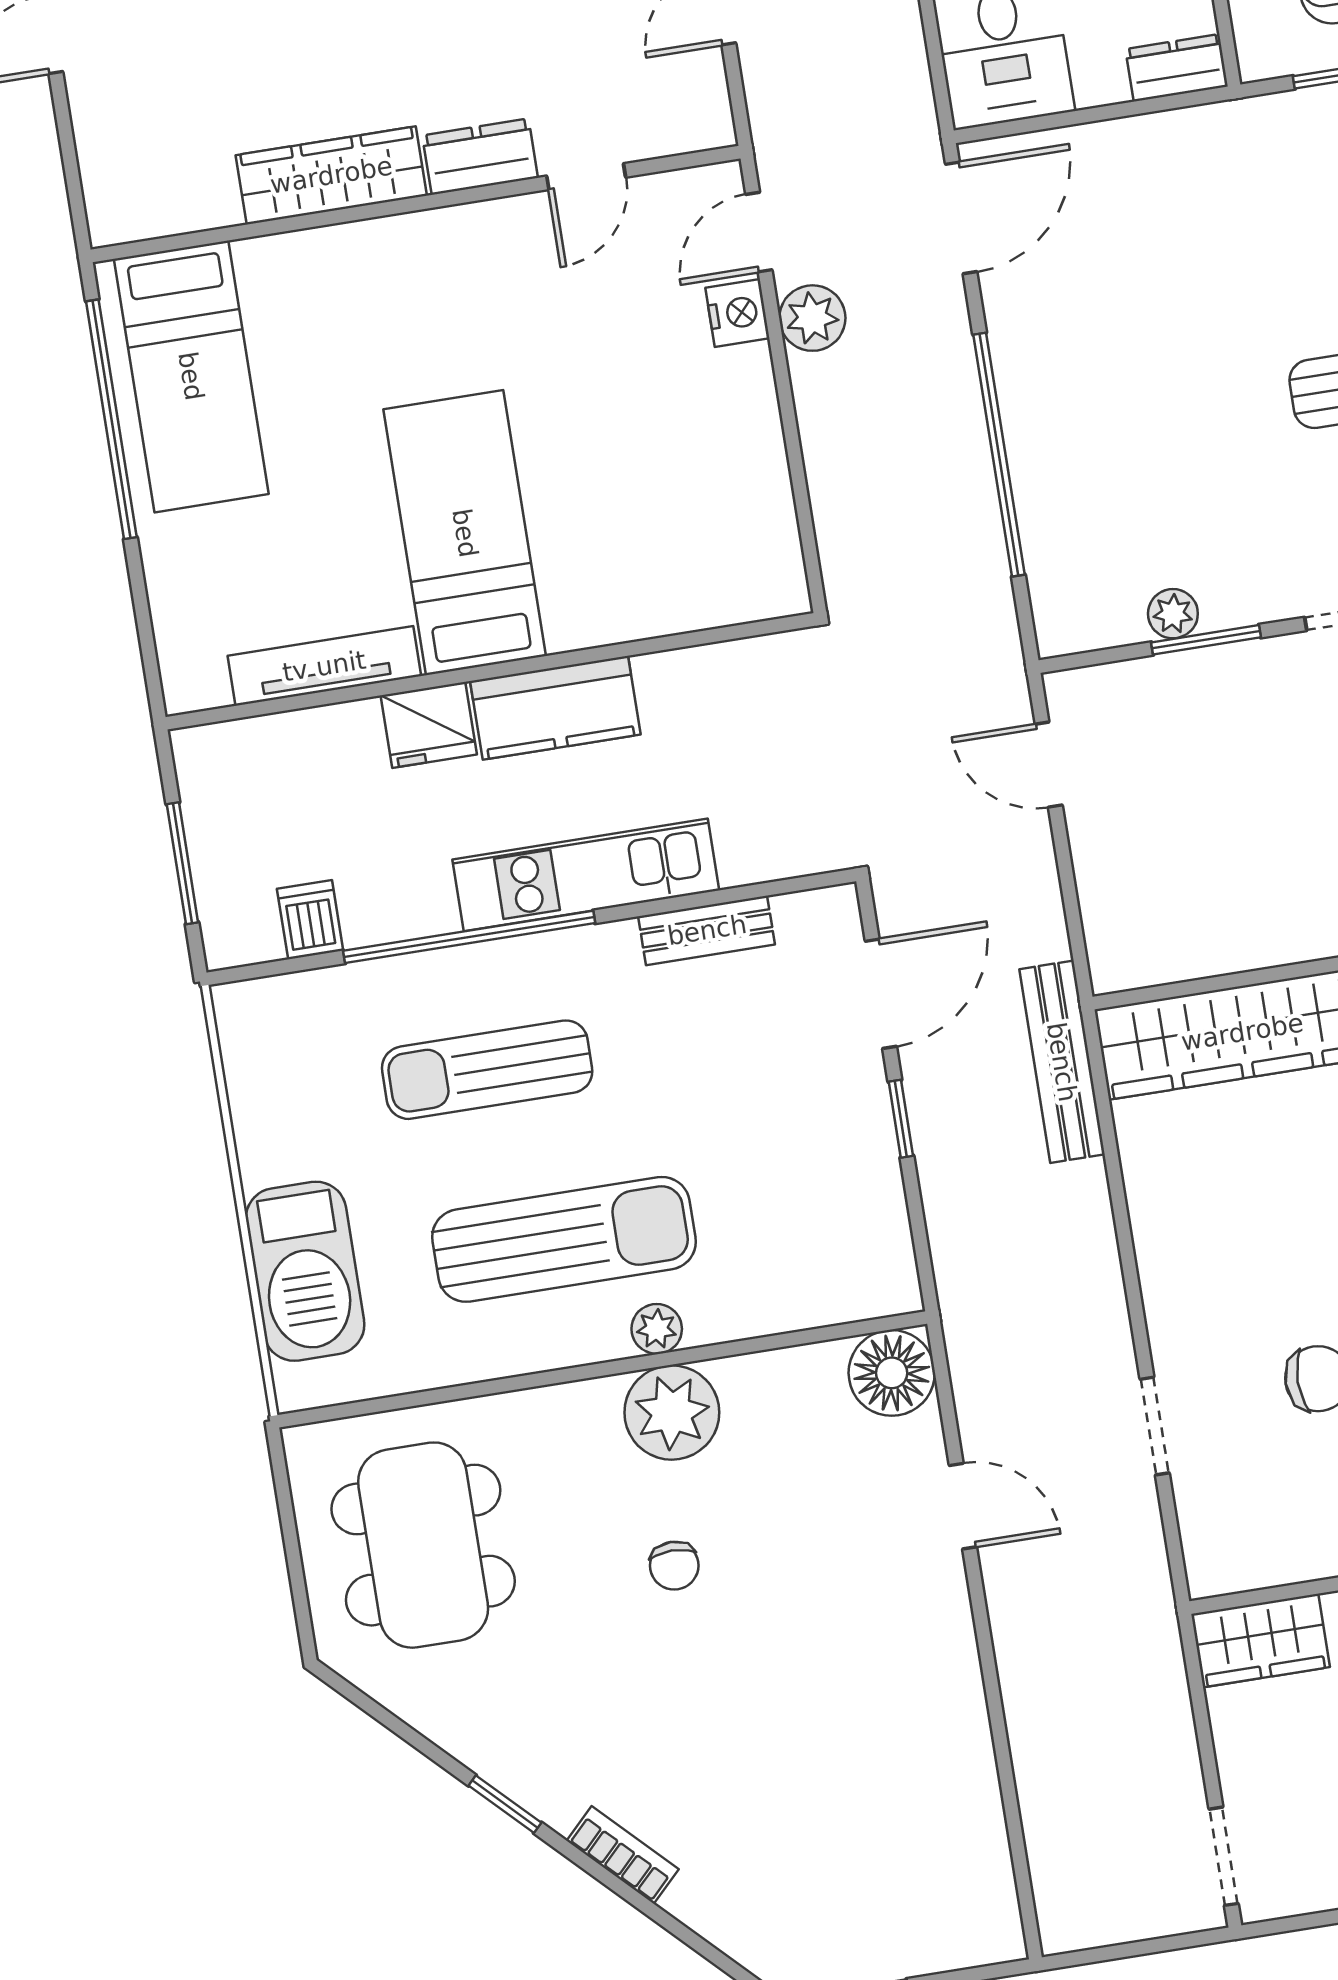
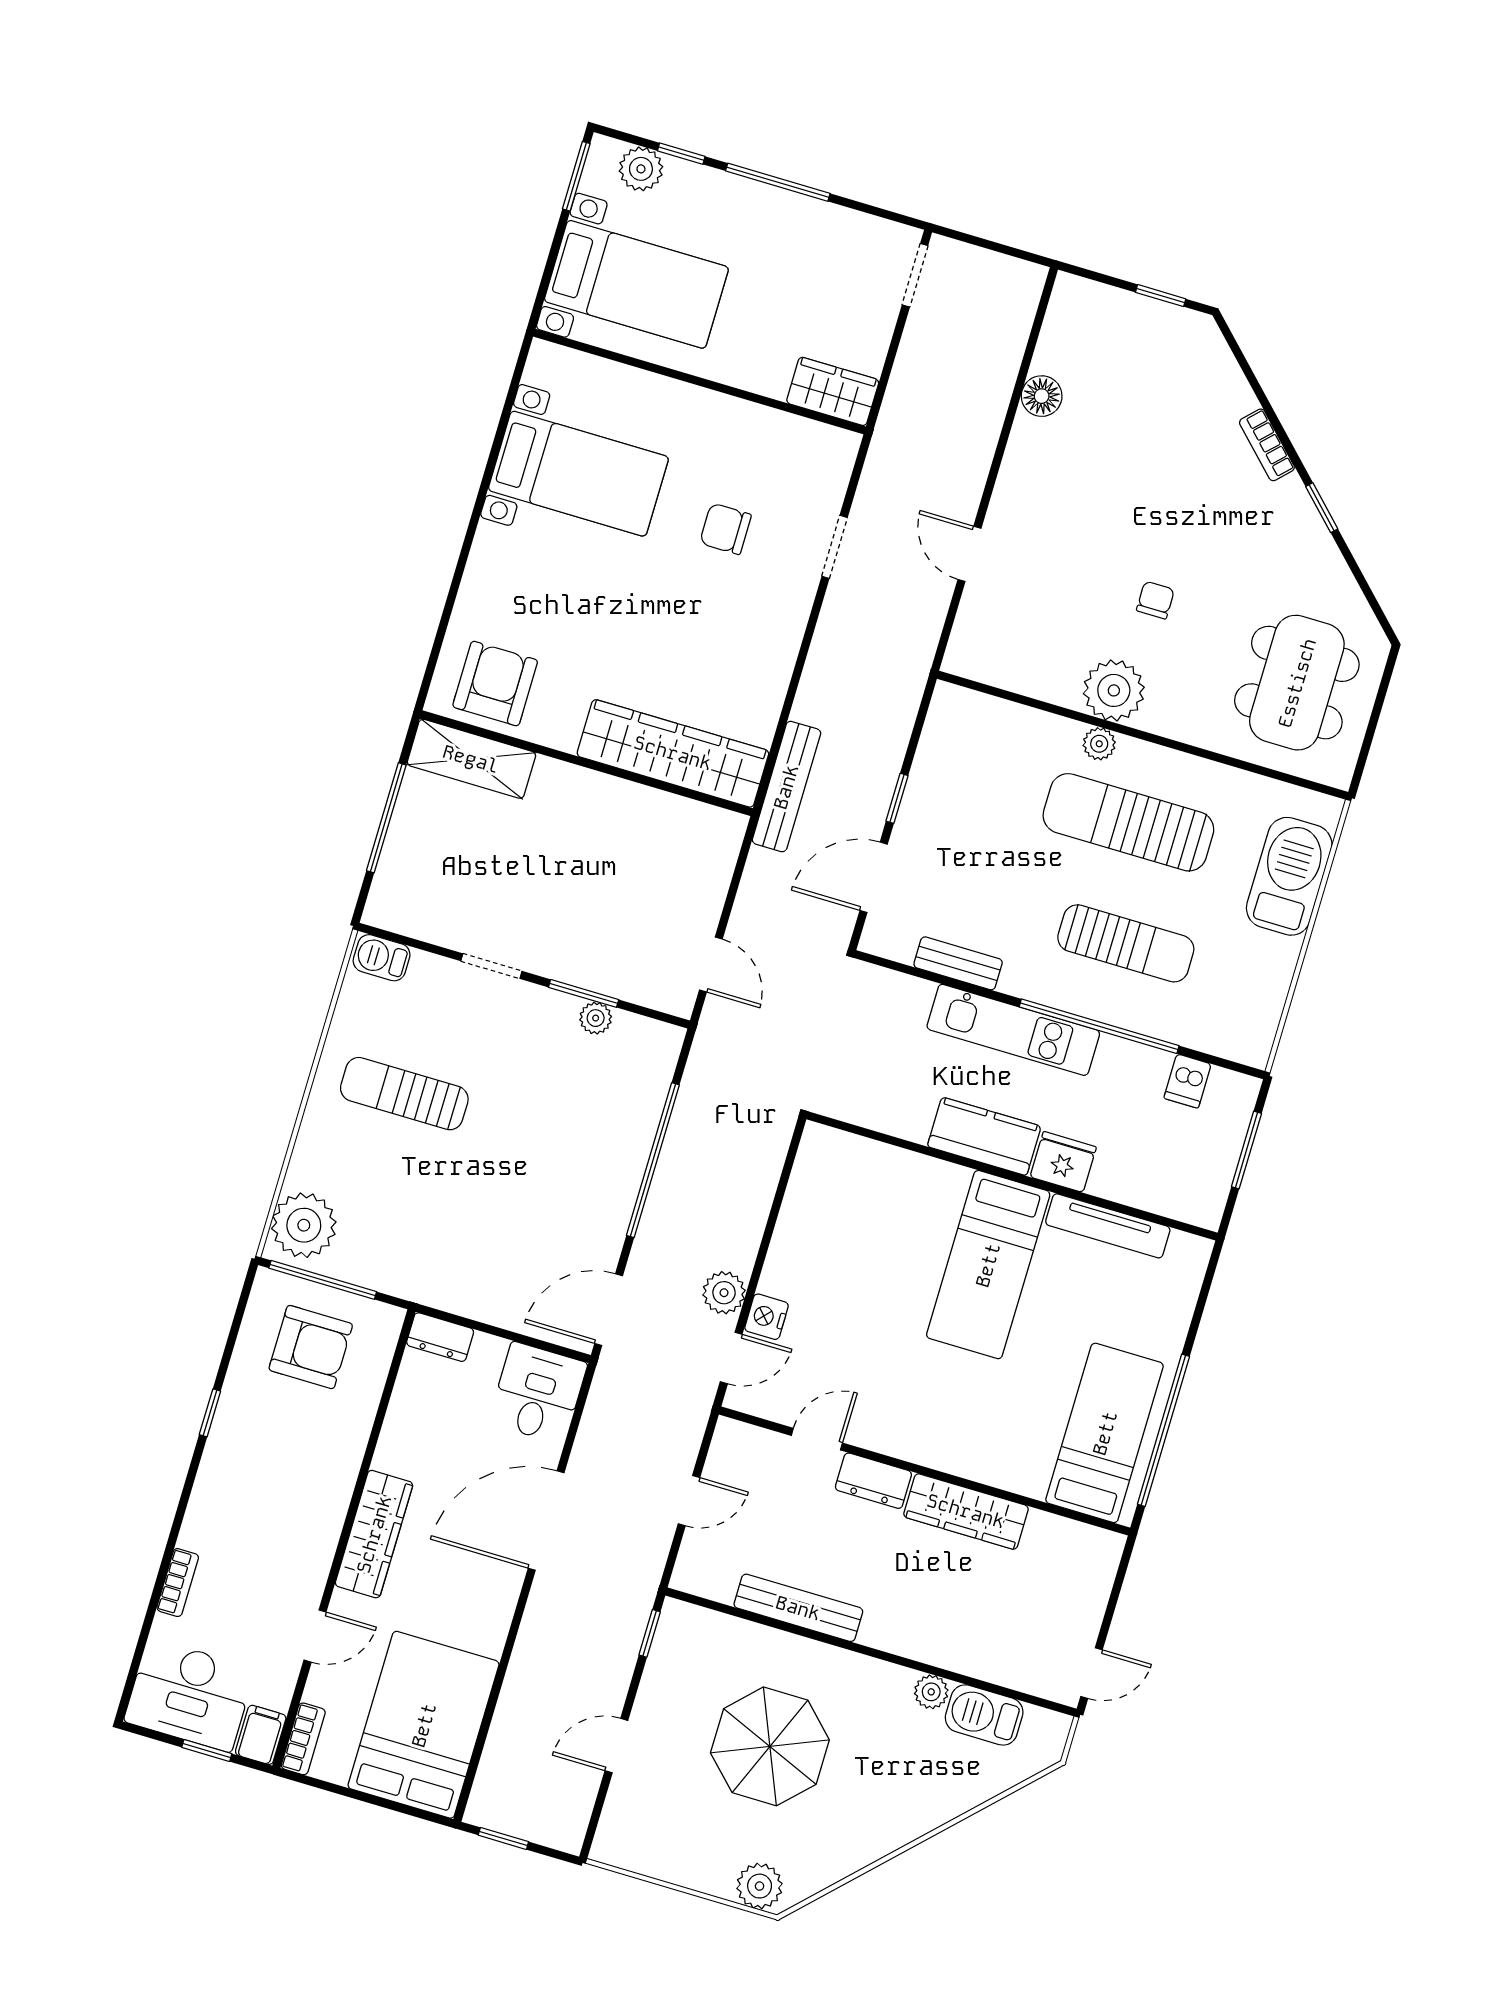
floor lamp: (892, 1373) -> (1042, 396), moved, width x0.73, depth x0.73

